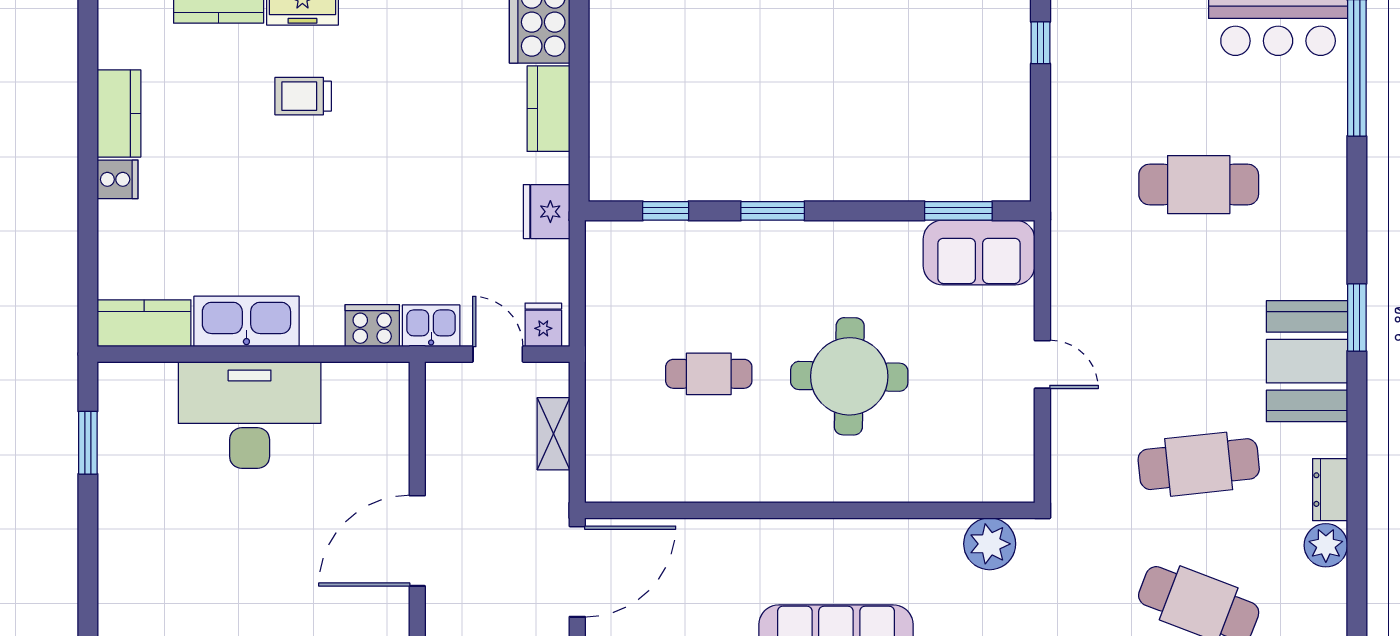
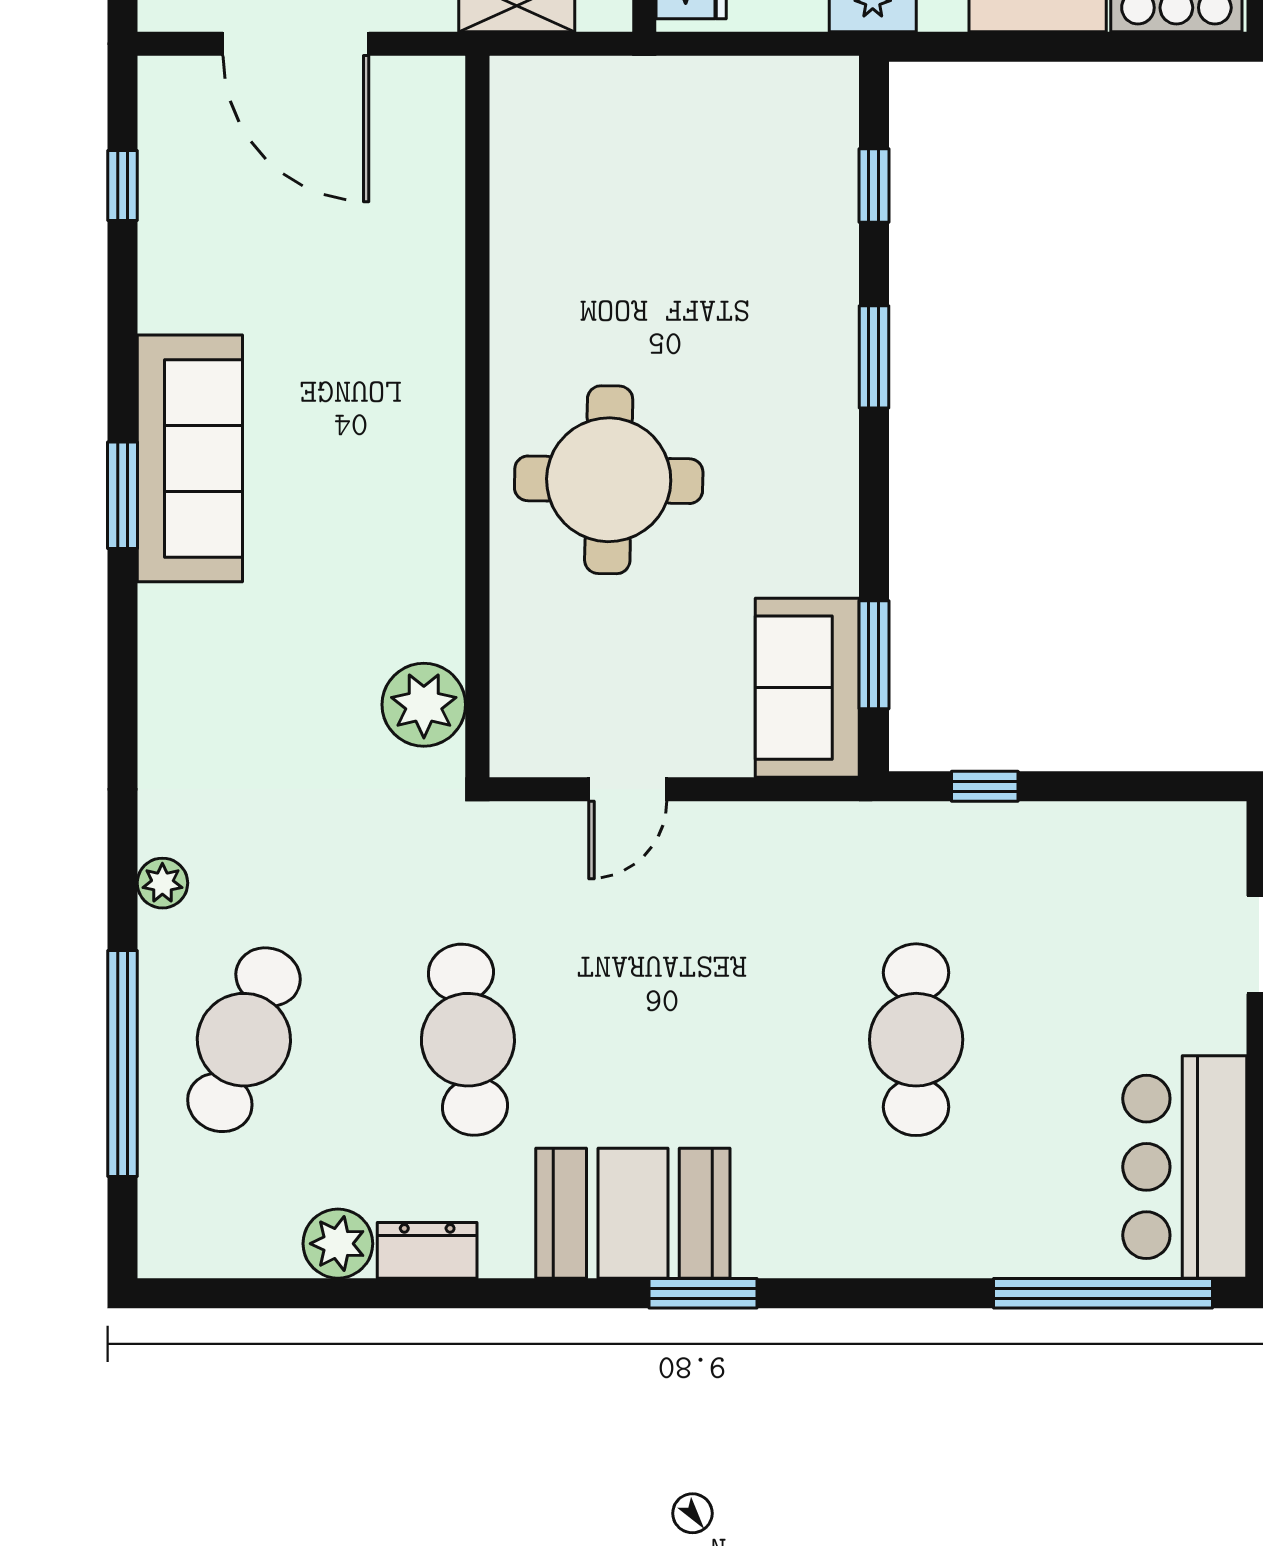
window: (1041, 43) -> (985, 786), moved
cafe table: (709, 374) -> (613, 255), removed
wall: (810, 510) -> (477, 417), moved
plant: (990, 544) -> (424, 705), moved

